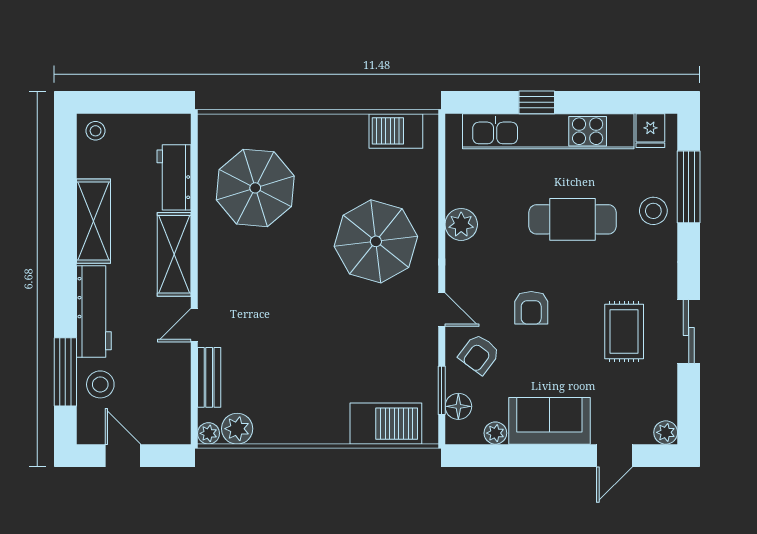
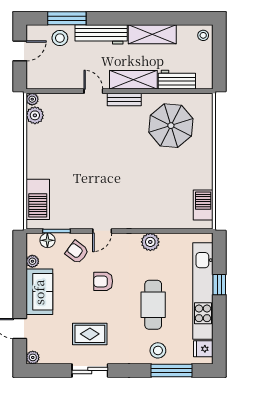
parasol: (376, 241) -> (141, 194), removed
bench: (209, 377) -> (124, 100), moved

